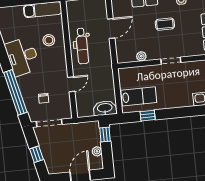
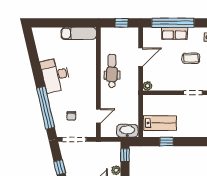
stool: (49, 40) -> (82, 62), removed
dental chair: (82, 46) -> (112, 71), turned 180
plant: (141, 56) -> (147, 86), moved
door: (71, 84) -> (98, 116), moved

